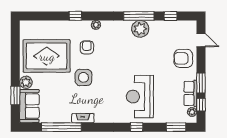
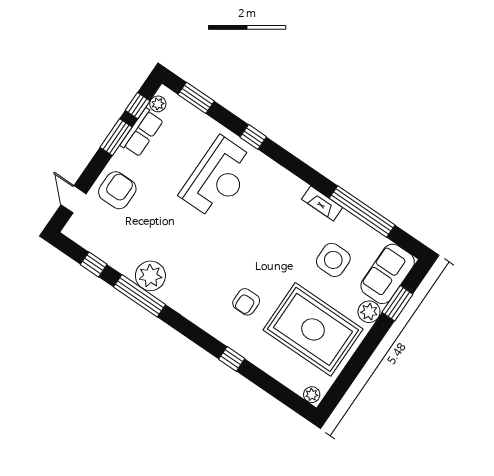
plant: (96, 25) -> (312, 395), moved
armchair: (183, 58) -> (117, 190), turned -90
side table: (83, 77) -> (333, 260), moved

